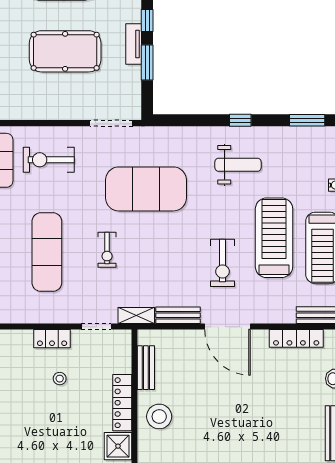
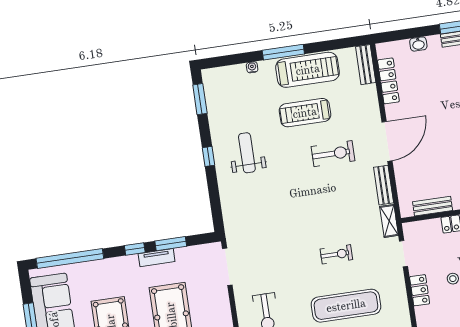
exercise mat: (146, 189) -> (279, 229), removed
treadmill: (274, 238) -> (305, 113), width x0.73, depth x0.73

